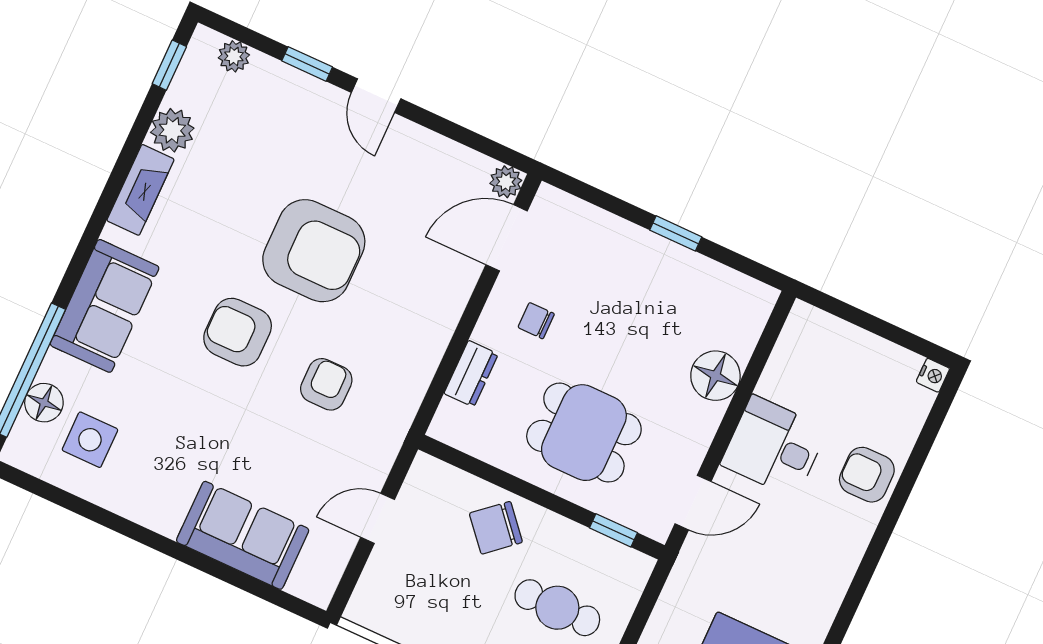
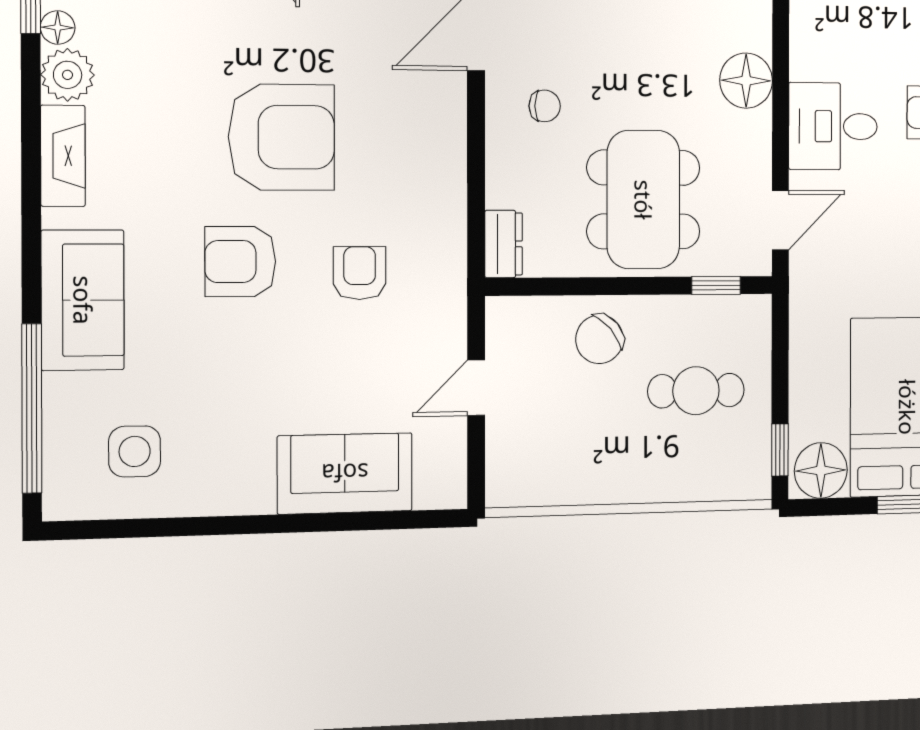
chair: (536, 321) -> (545, 106), turned 180
dresser: (471, 374) -> (504, 244), moved
floor lamp: (44, 403) -> (58, 28), moved, width x0.73, depth x0.73
dining table: (584, 433) -> (643, 200), width x1.37

